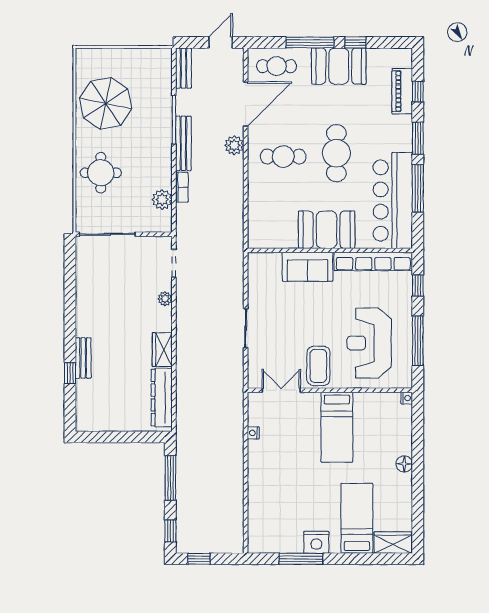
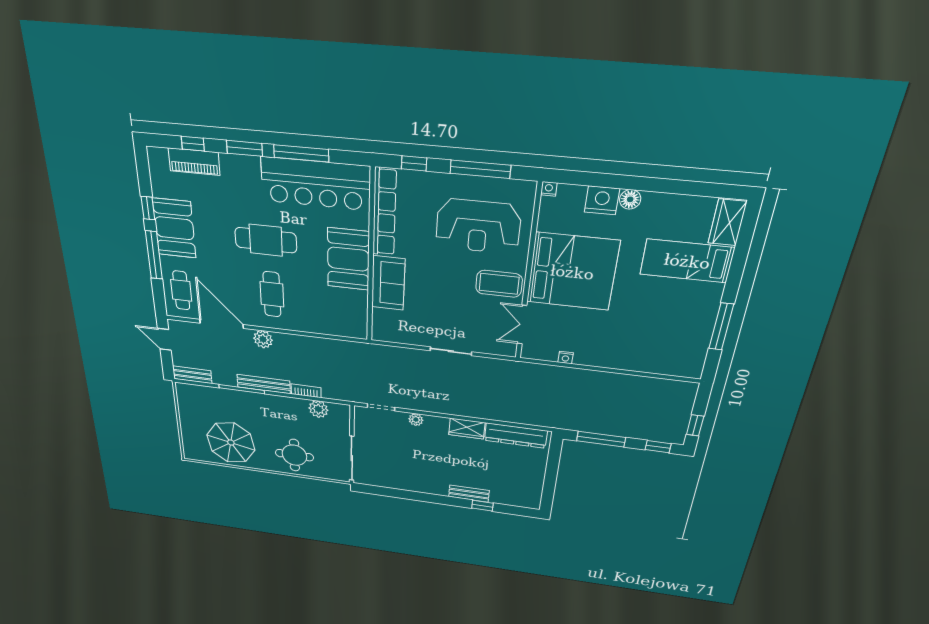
bed: (337, 427) -> (572, 272), width x2.04
nightstand: (316, 542) -> (602, 200), moved, turned -90

